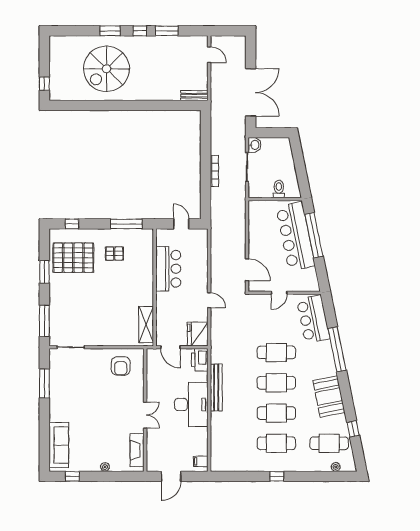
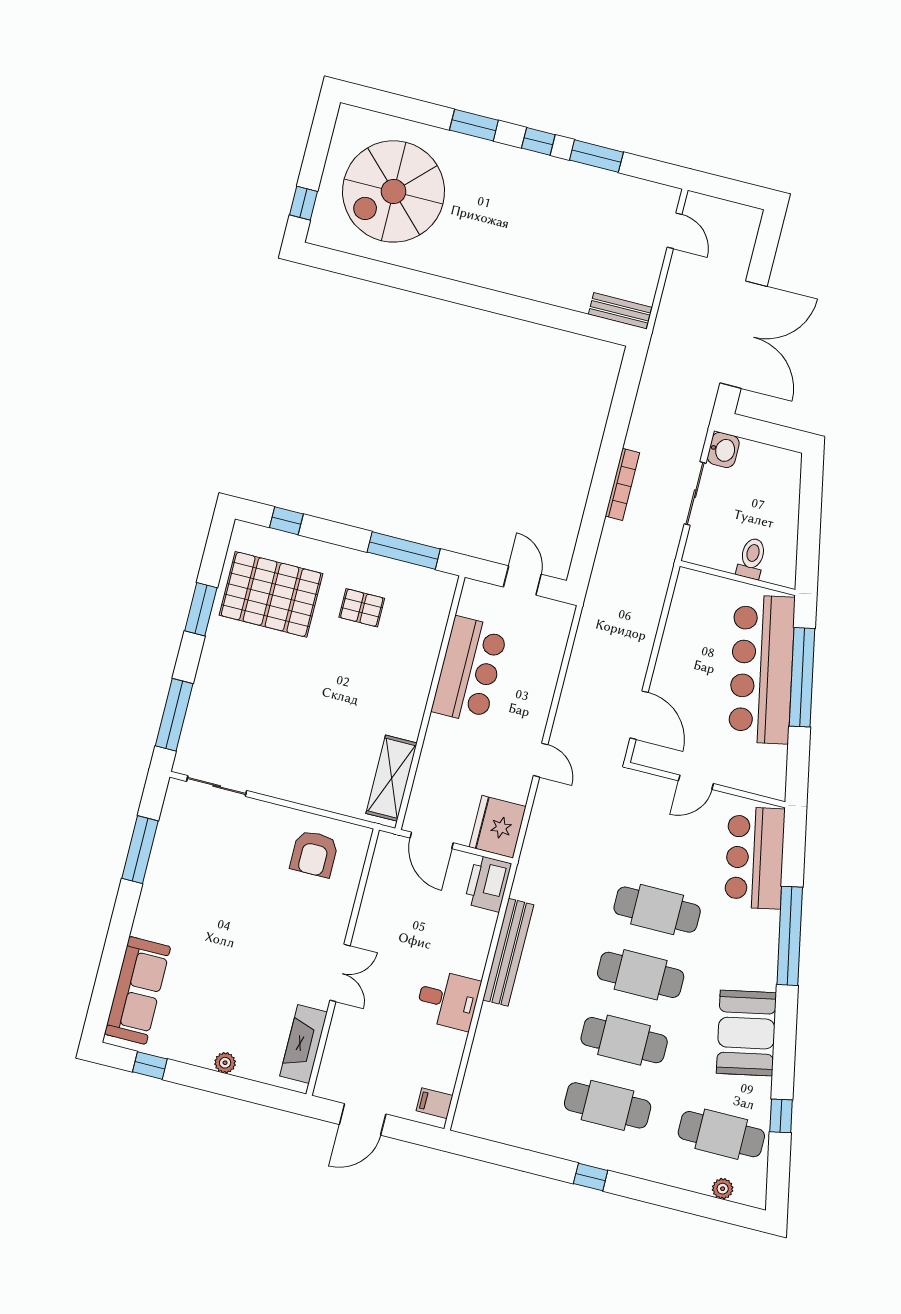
spiral stairs: (106, 69) -> (394, 191), moved
desk: (191, 405) -> (448, 1000), width x0.53, depth x0.77

